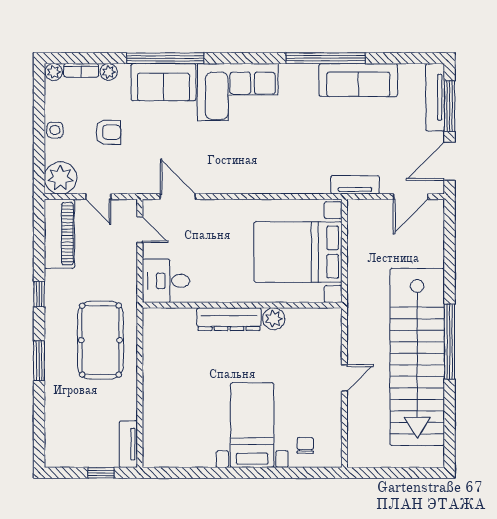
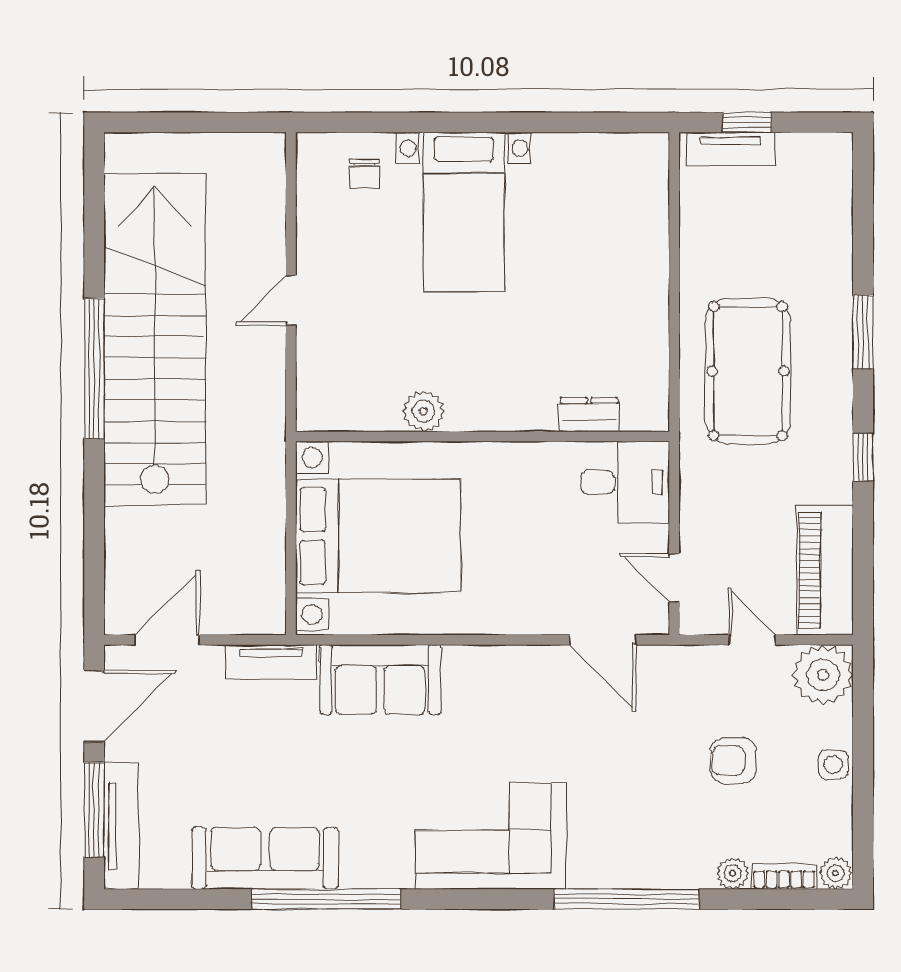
sofa: (163, 82) -> (380, 679), moved, turned 180
dresser: (229, 319) -> (589, 415), moved, width x0.51, depth x0.80
tv unit: (128, 444) -> (731, 149), moved, turned 90

